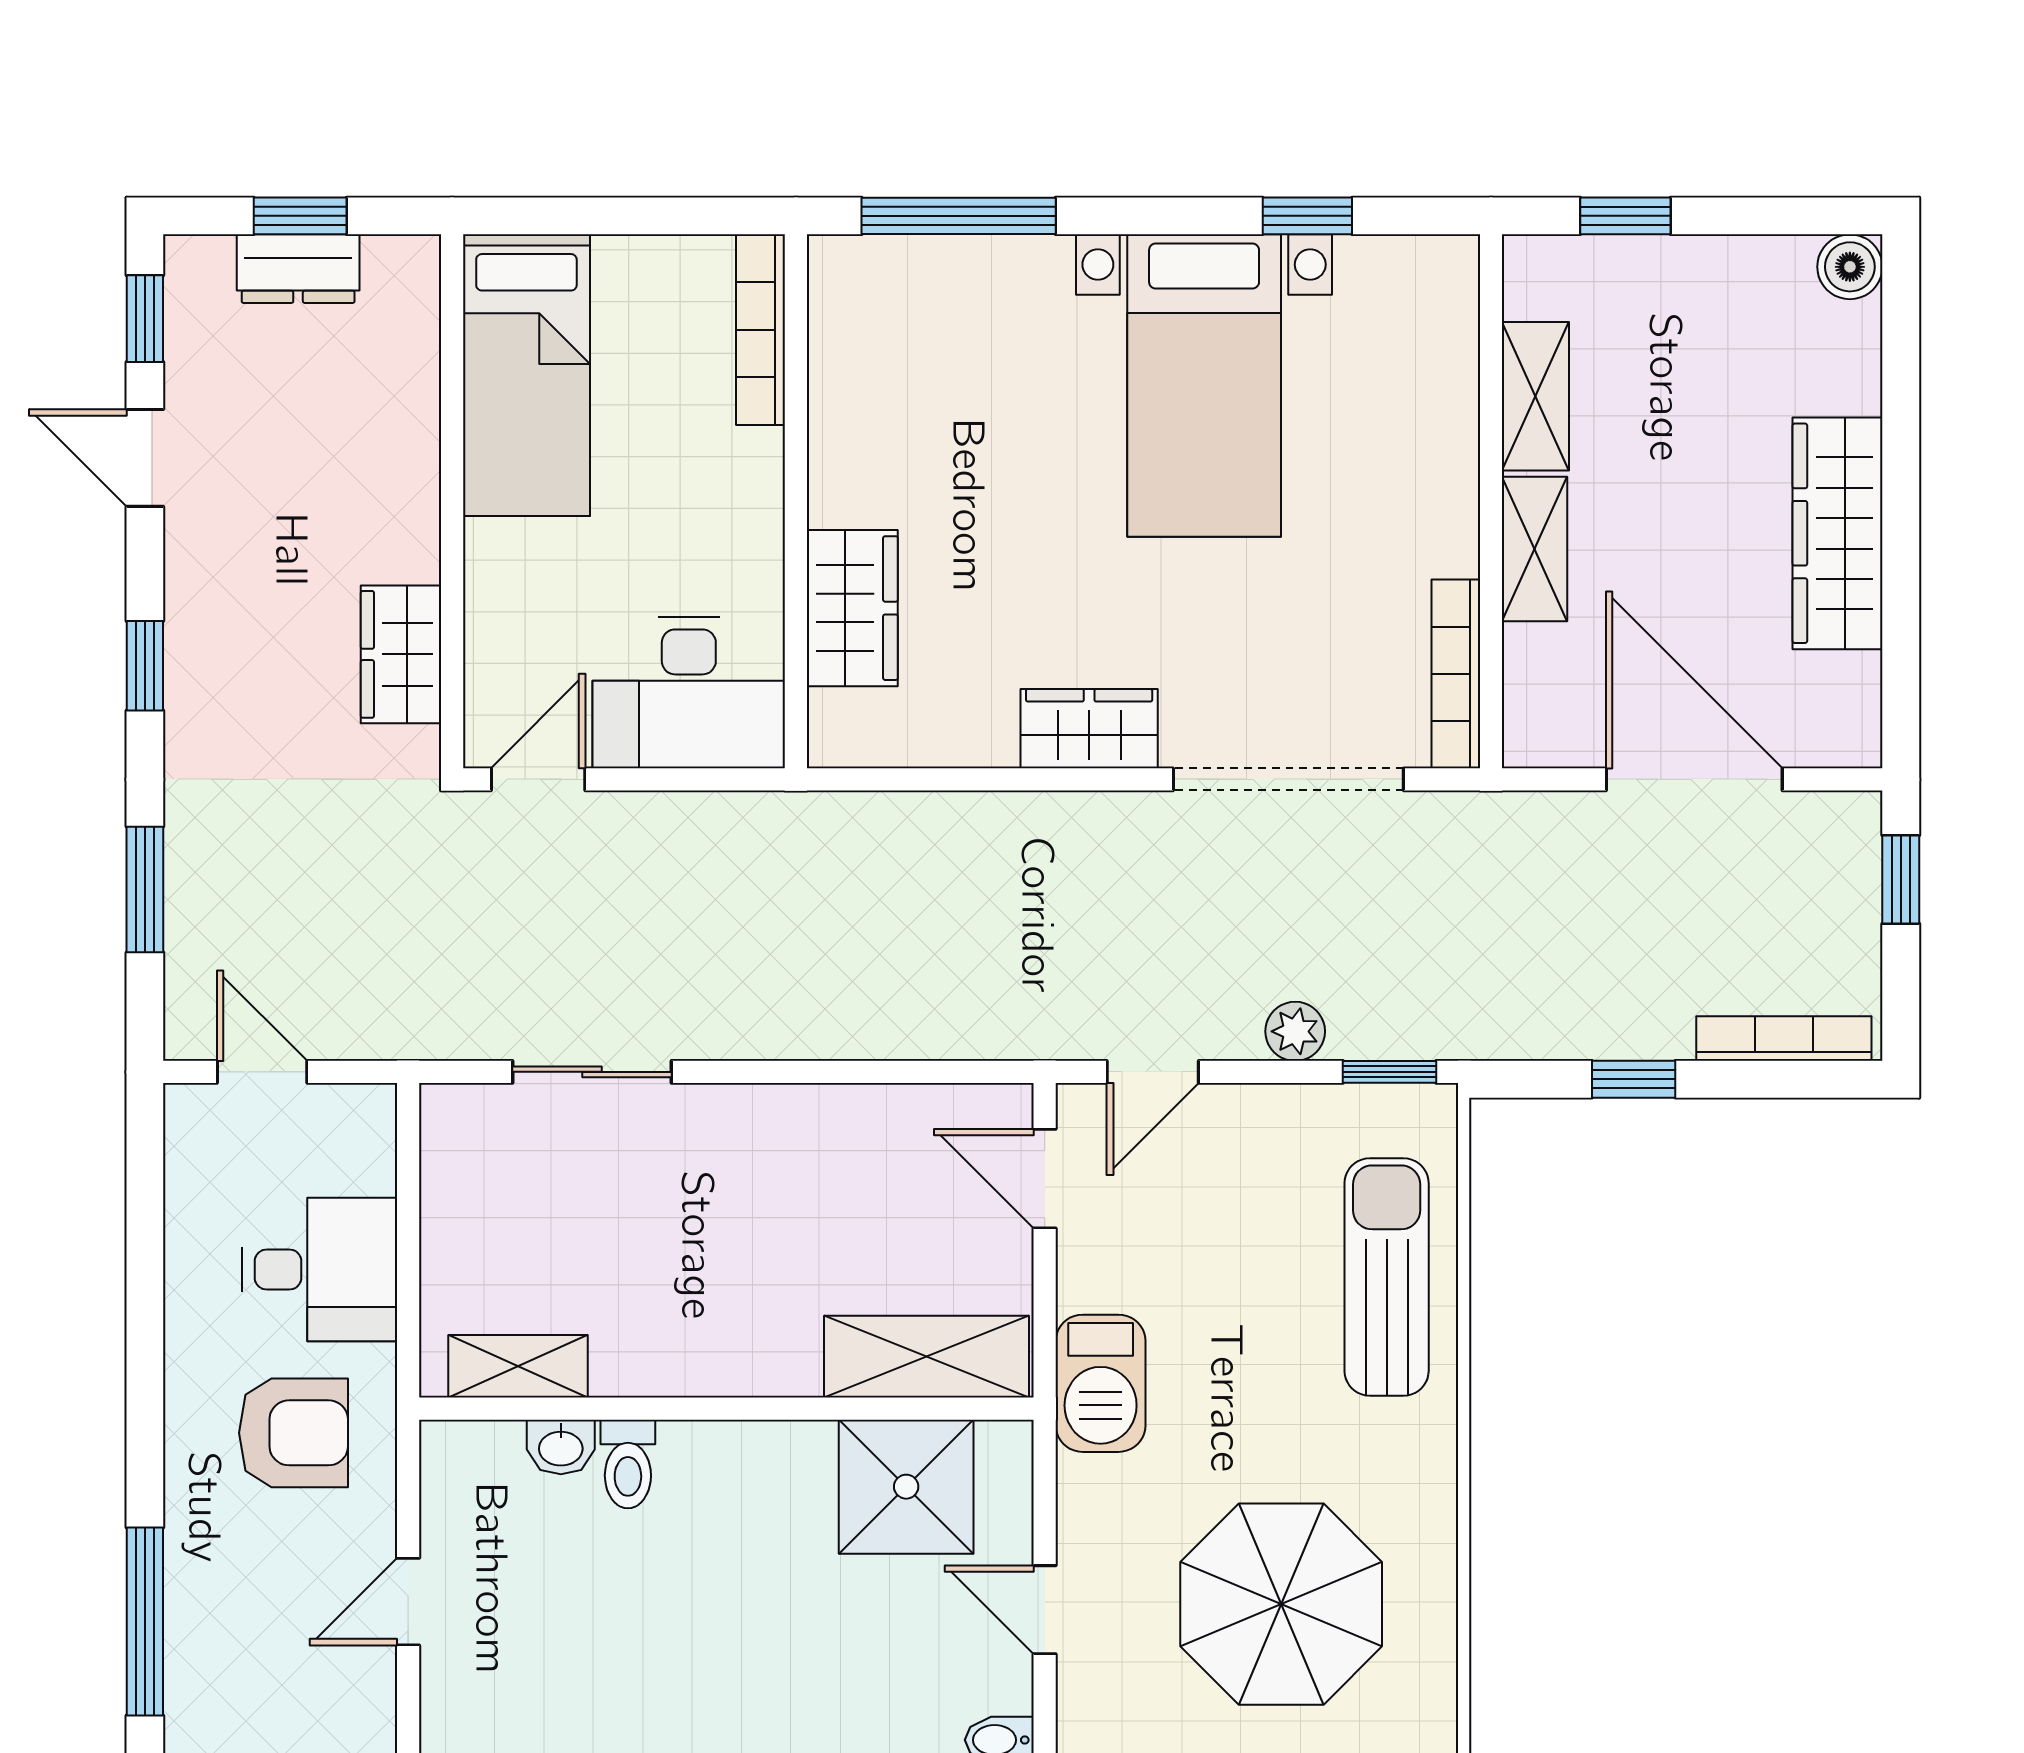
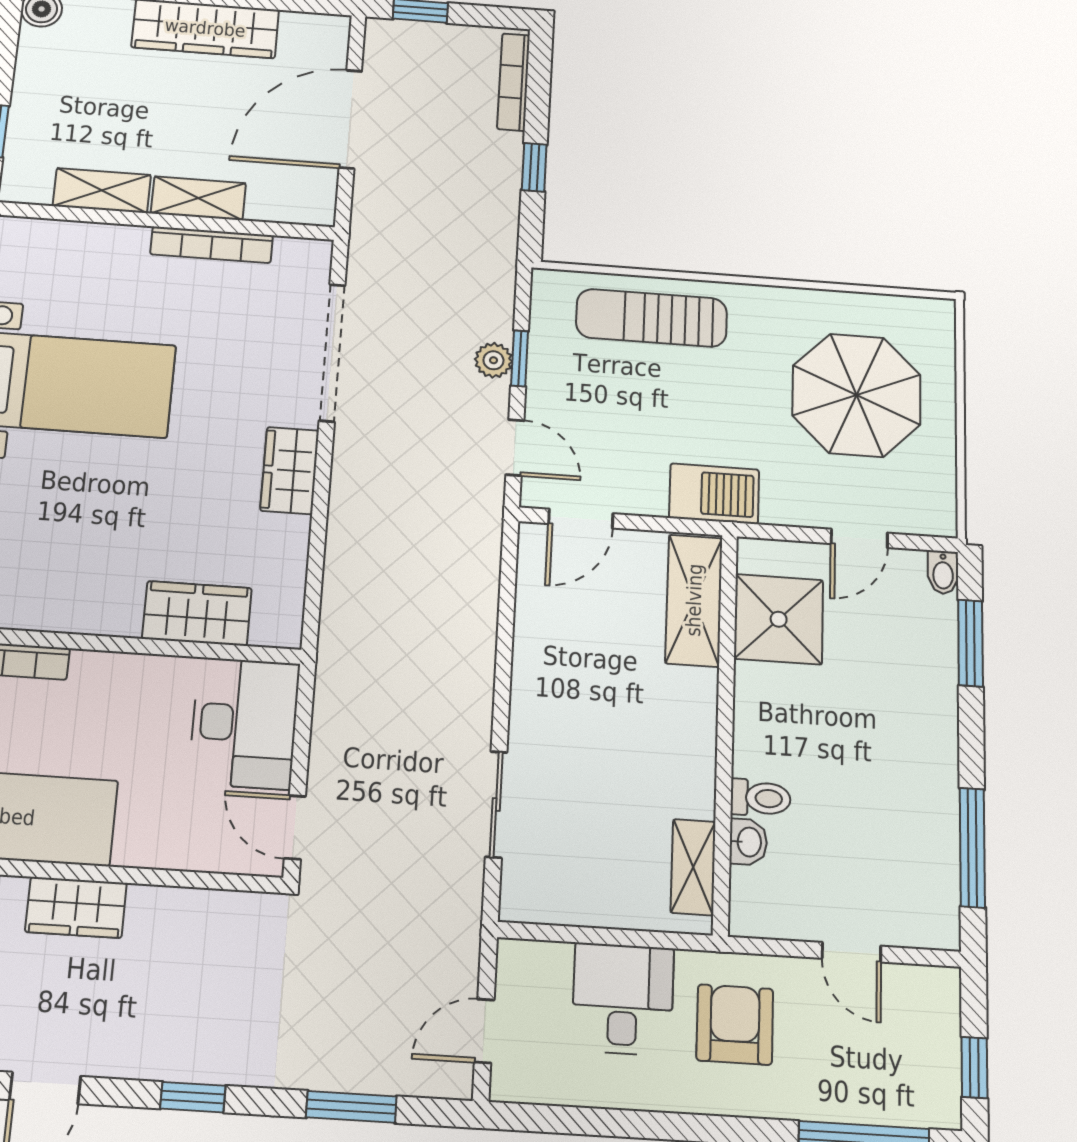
wardrobe: (401, 654) -> (76, 907), moved
bookcase: (1456, 674) -> (212, 245), moved
window: (1389, 1072) -> (520, 358), moved

